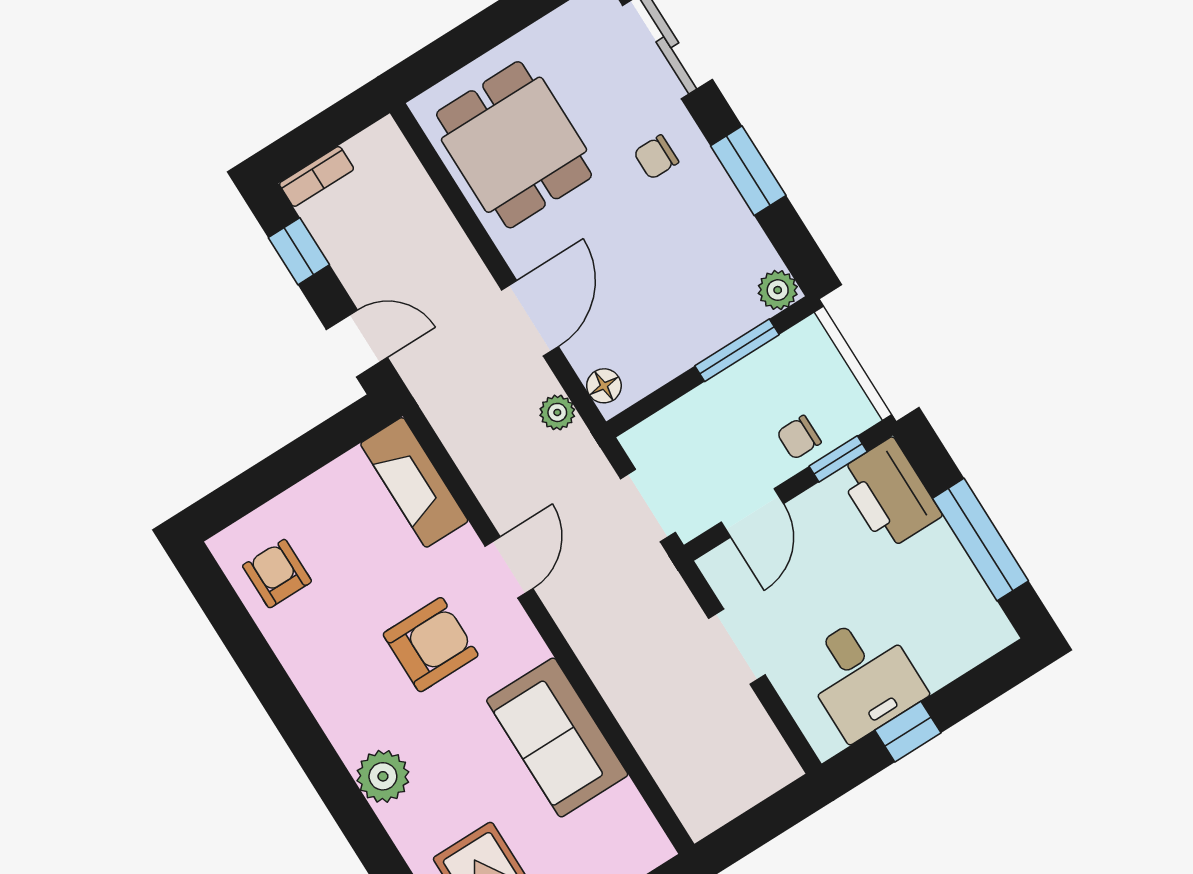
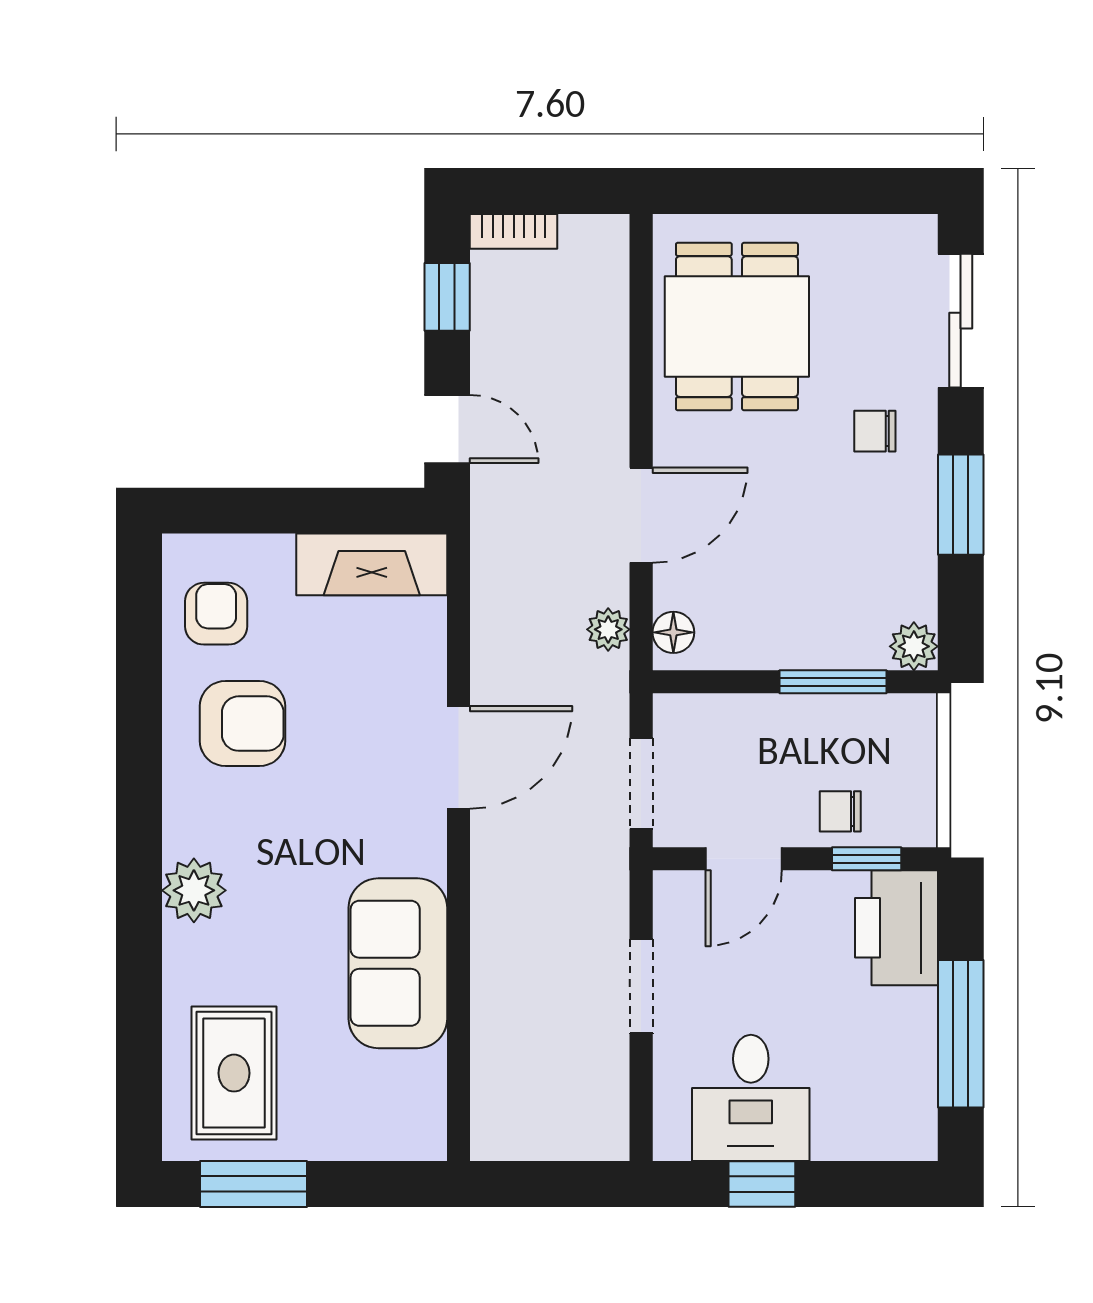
fireplace: (414, 482) -> (372, 564), moved, turned -90
door: (509, 567) -> (459, 757), width x1.38
armchair: (431, 645) -> (243, 724), moved

